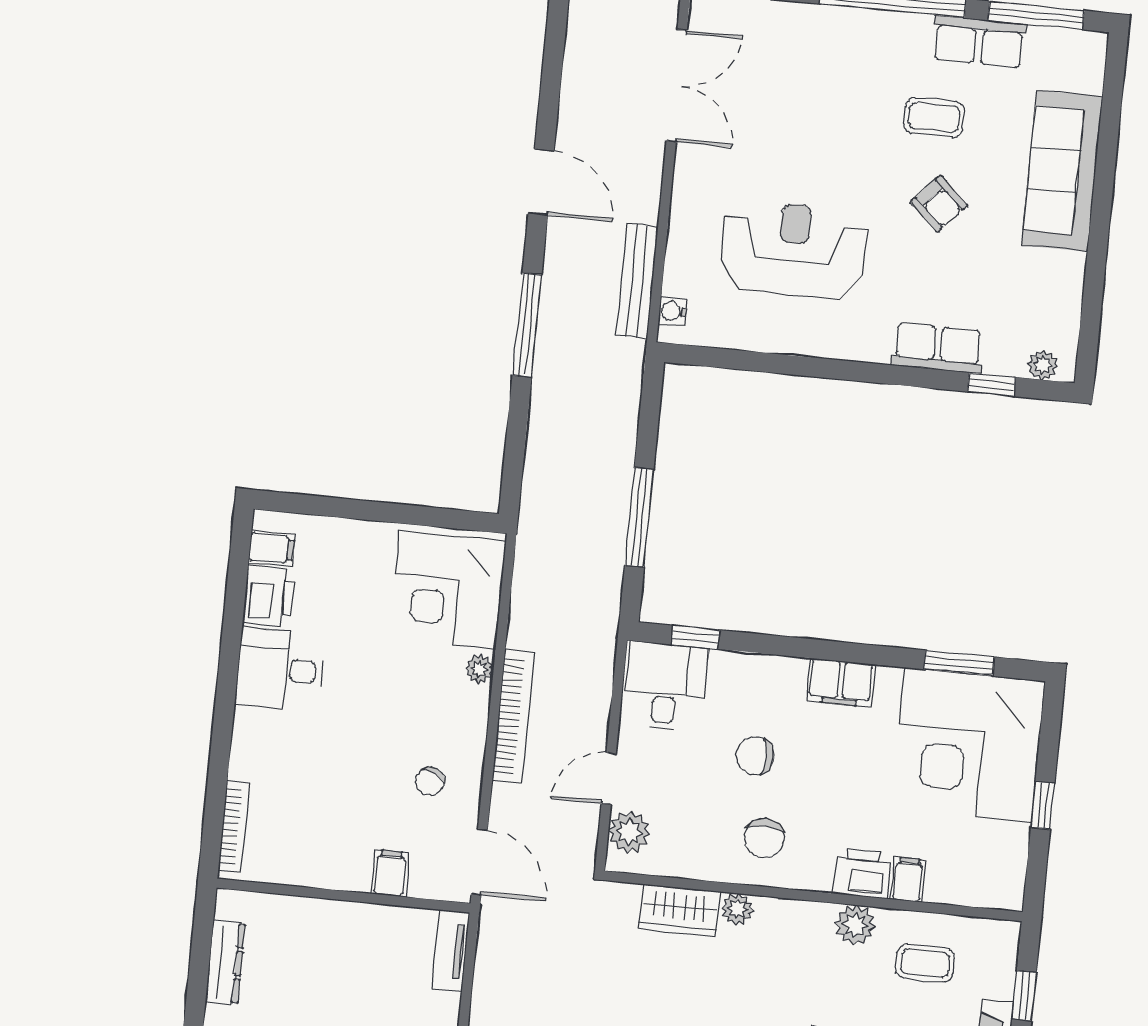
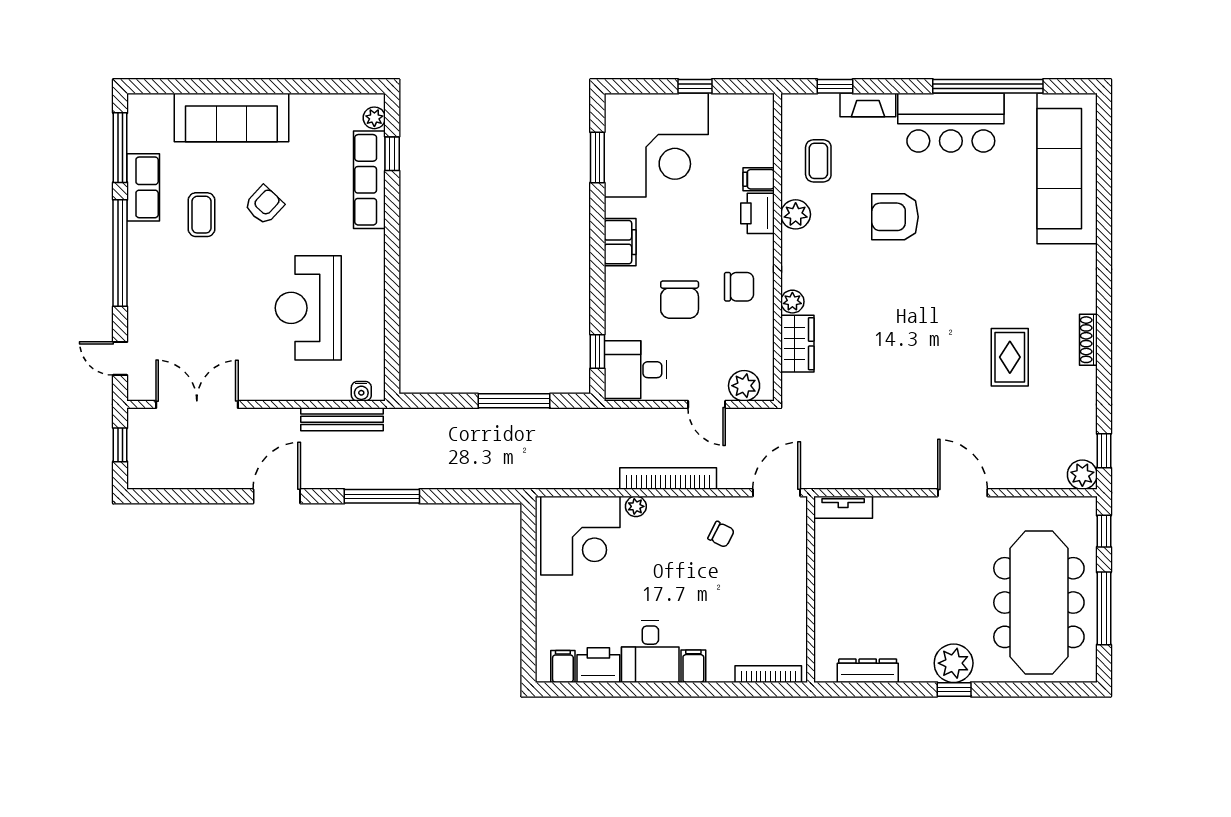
row of seats: (938, 348) -> (369, 180), width x1.48
chair: (755, 756) -> (680, 300), width x1.37, depth x1.37
filing cabinet: (390, 873) -> (693, 666), moved, turned 90

